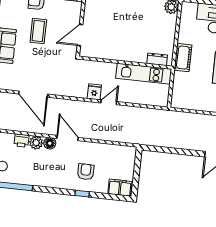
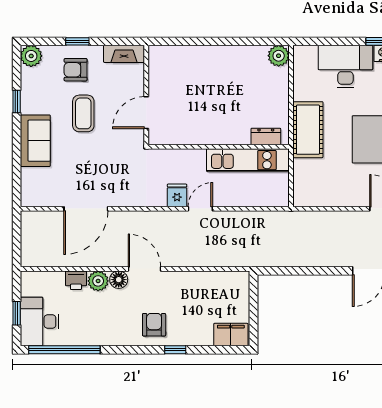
cot: (183, 58) -> (308, 130), width x1.37, depth x1.34
door: (33, 94) -> (86, 209), hinge flipped
armchair: (86, 172) -> (154, 325), moved

